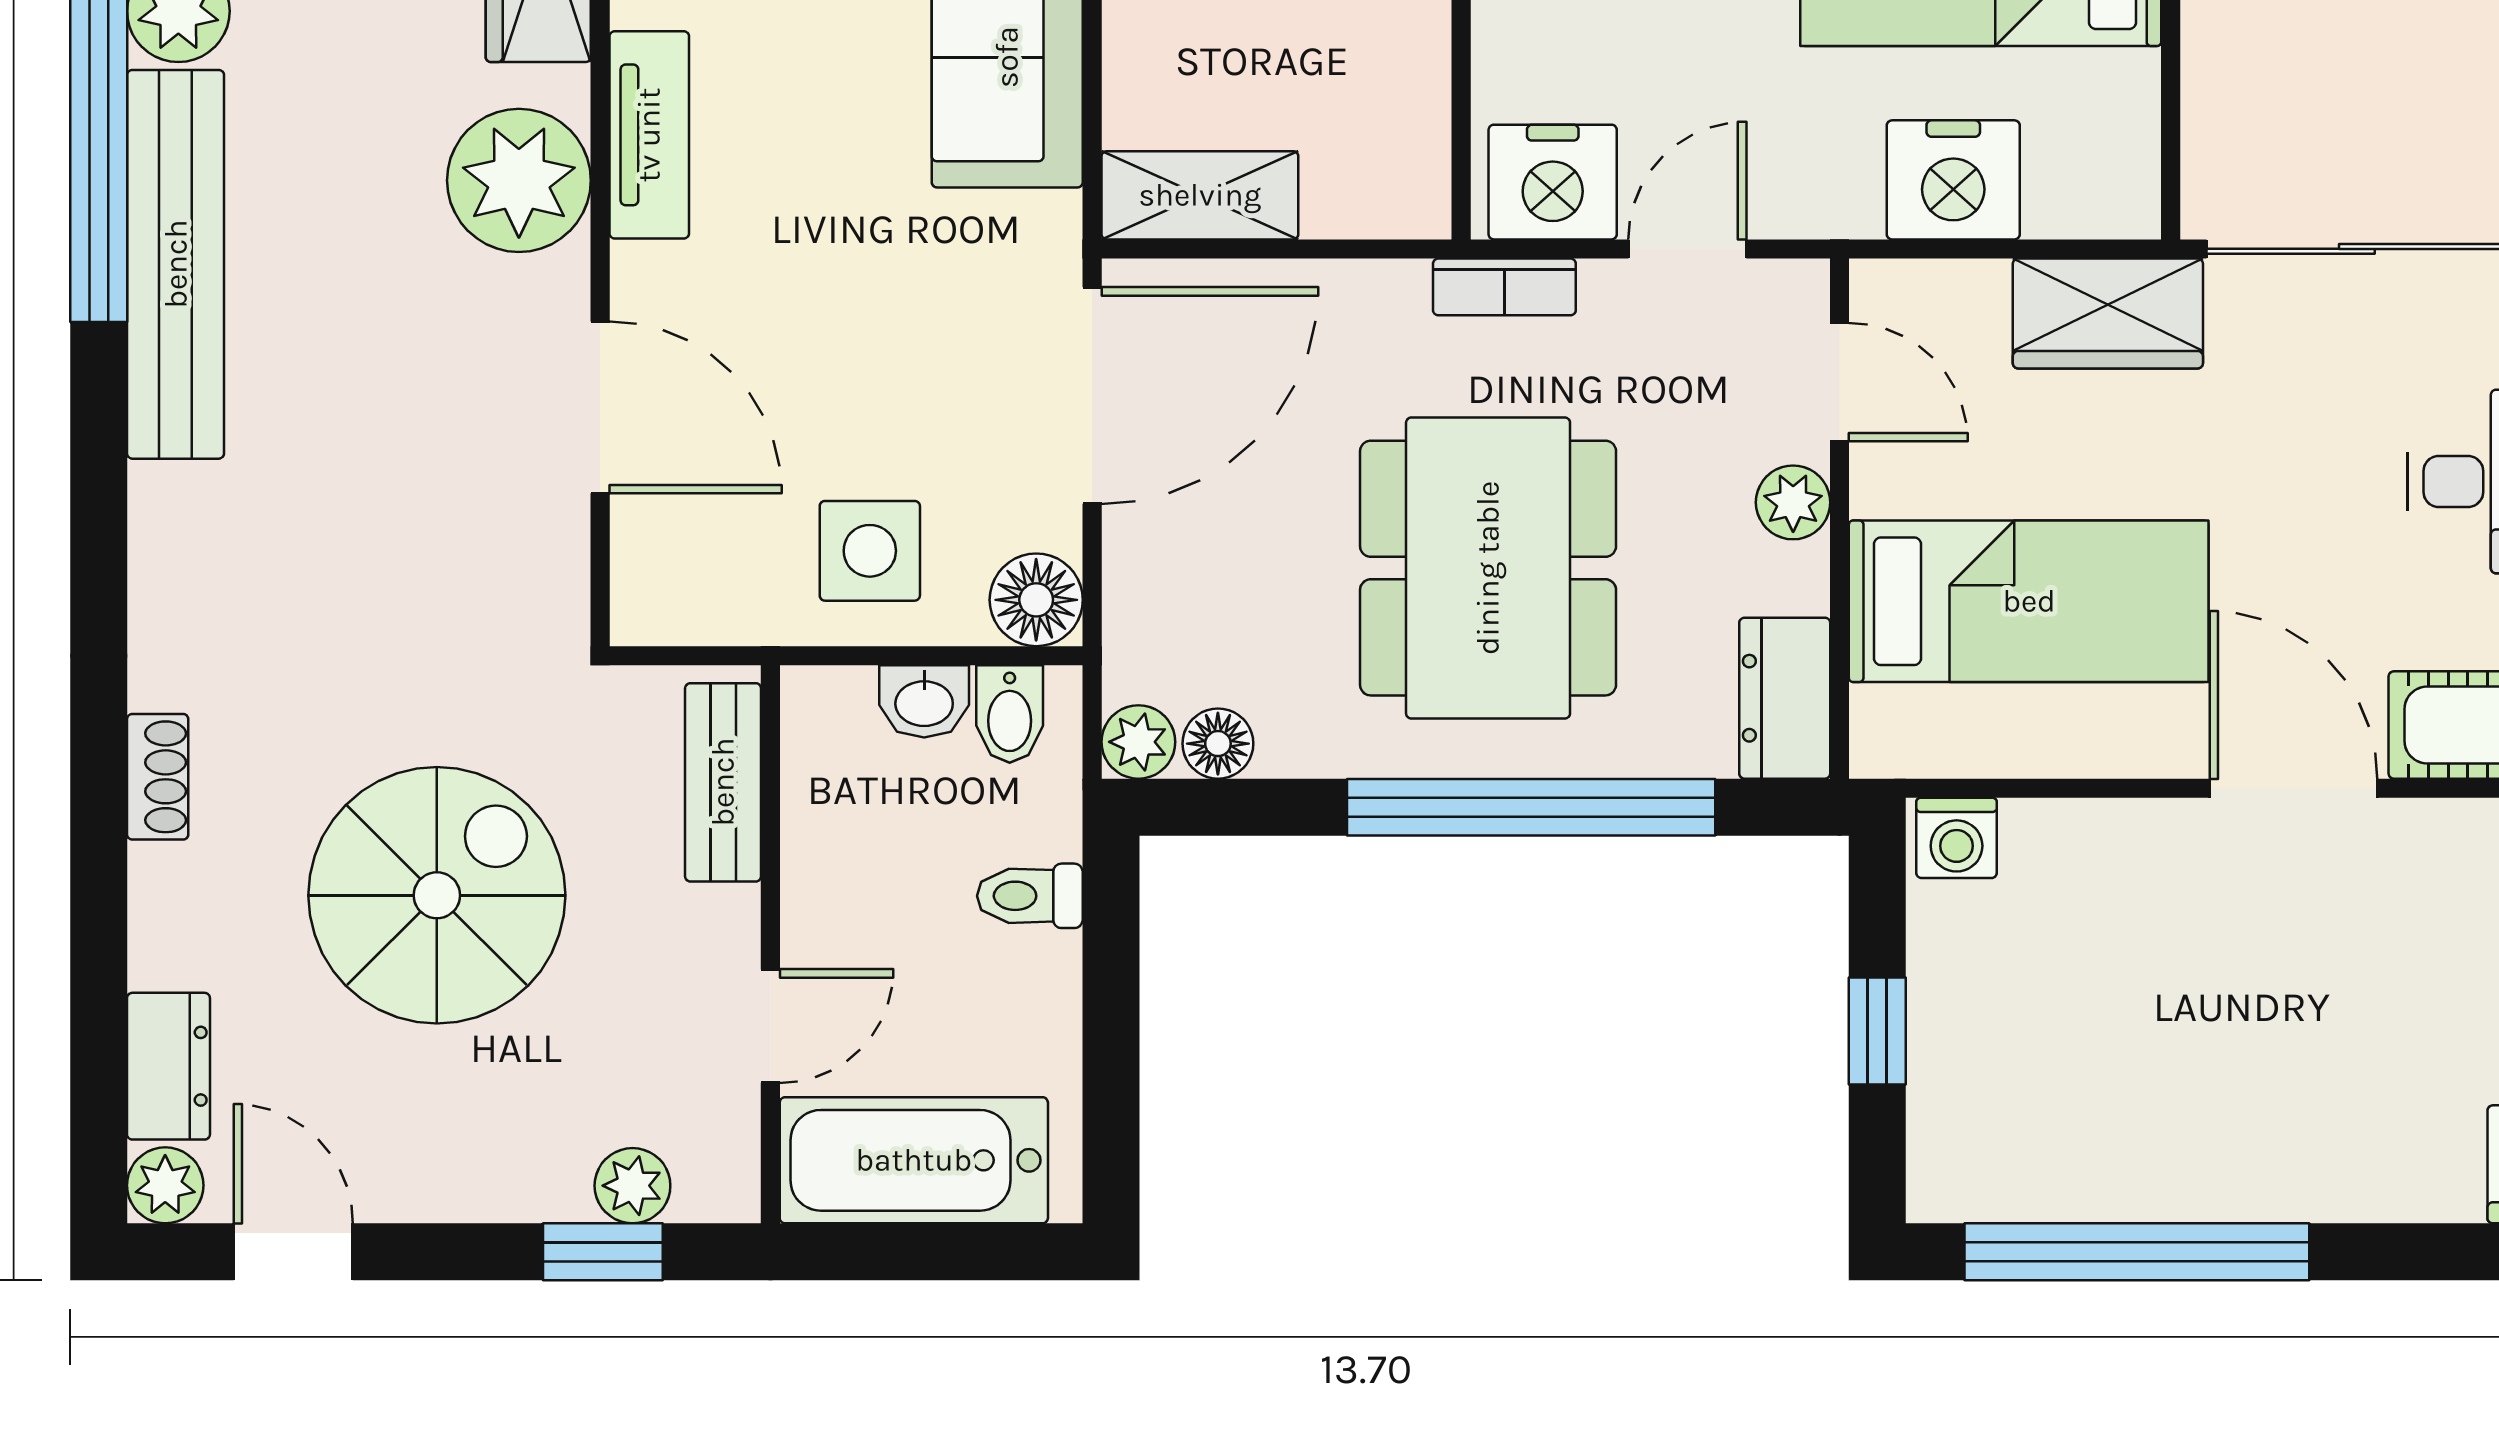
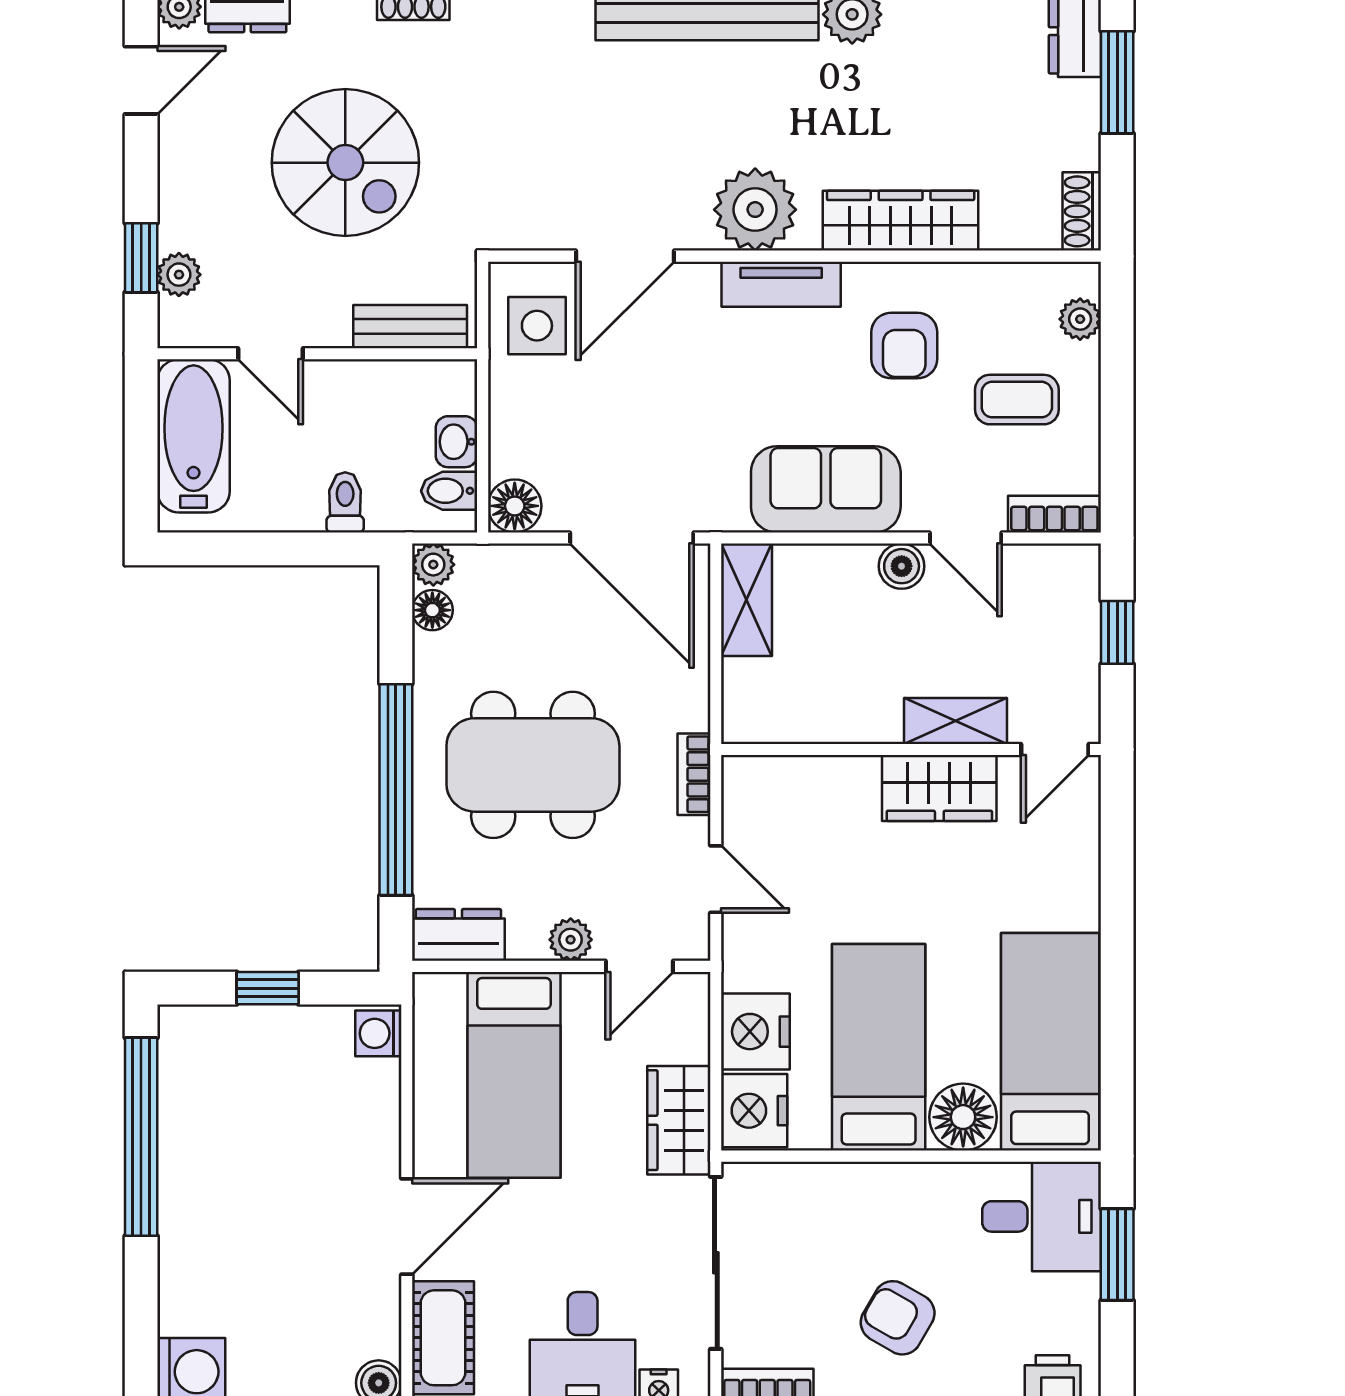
nightstand: (1553, 182) -> (754, 1111), moved
side table: (870, 551) -> (537, 326), moved

